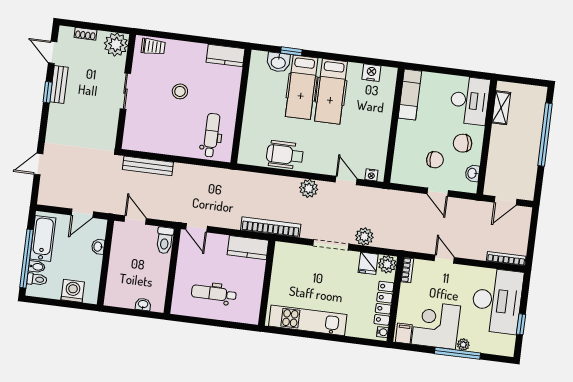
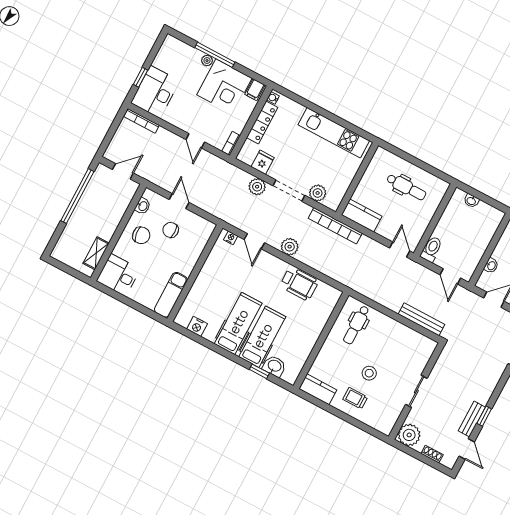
trolley: (153, 47) -> (355, 398), moved
desk: (470, 101) -> (118, 275), width x0.73
window: (545, 135) -> (77, 196), moved
plant: (387, 264) -> (318, 193), moved
desk: (497, 301) -> (155, 92), width x0.73, depth x0.77
window: (521, 324) -> (141, 77), moved

